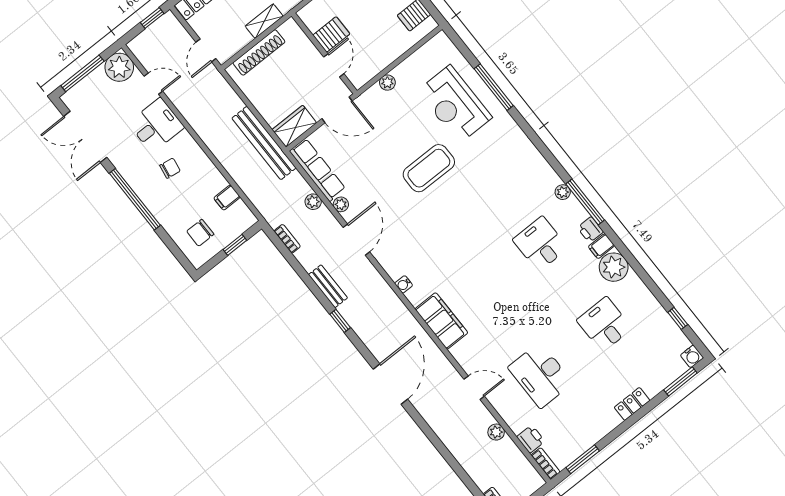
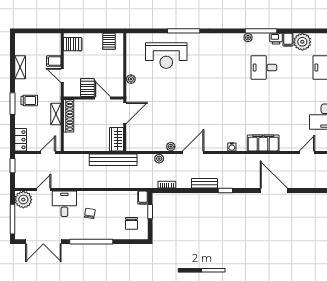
door: (206, 50) -> (48, 152), swing flipped
shoe rack: (259, 52) -> (69, 116), moved
window: (494, 87) -> (184, 31), moved
coffee table: (429, 168) -> (187, 92), removed
row of seats: (317, 170) -> (146, 145), removed
filing cabinet: (227, 198) -> (143, 198), moved
door: (356, 240) -> (193, 152), hinge flipped

